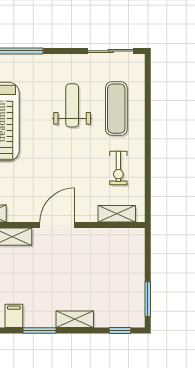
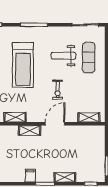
weight bench: (72, 105) -> (64, 56), turned -90
exercise bike: (118, 168) -> (58, 90), moved

